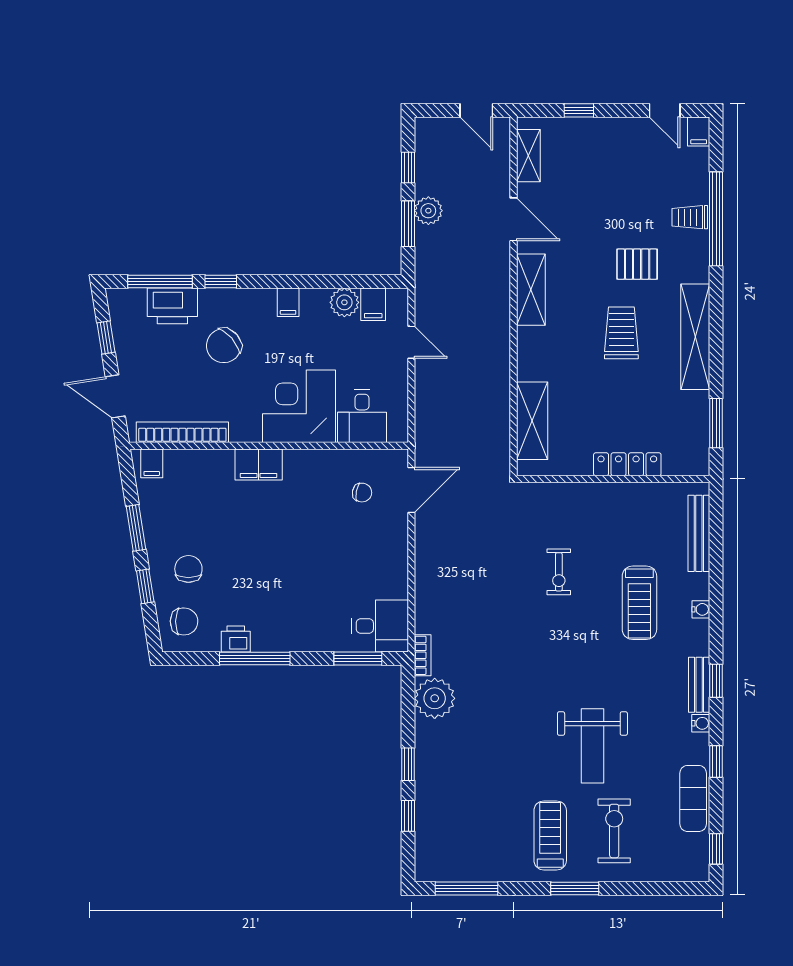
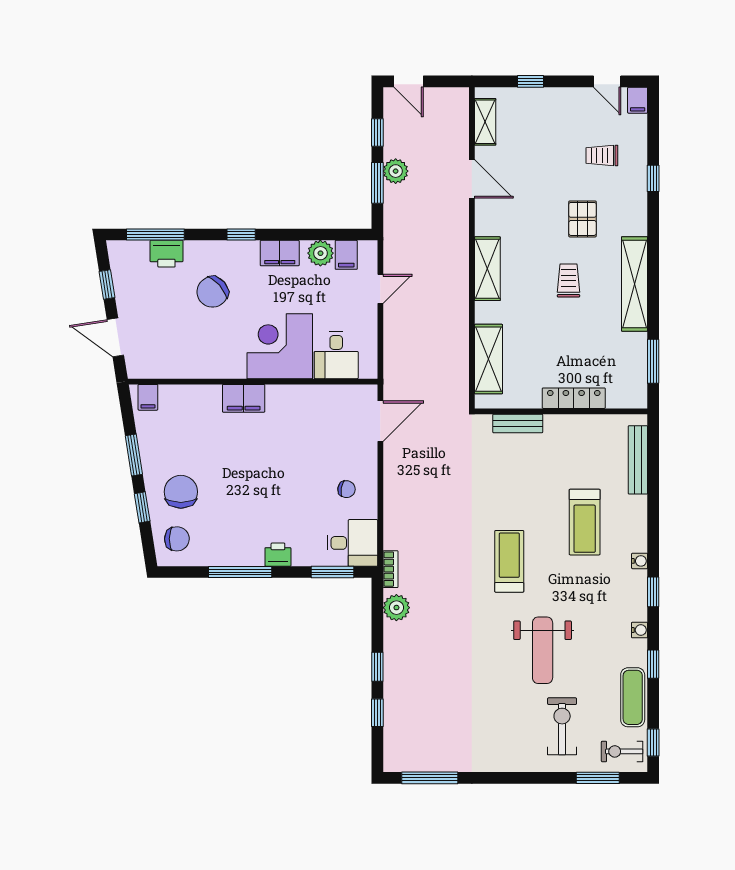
door: (476, 110) -> (409, 81), moved
trolley: (690, 217) -> (602, 155), moved
window: (716, 219) -> (653, 178), width x0.32
pallet: (637, 264) -> (582, 219), turned 90
window: (221, 282) -> (241, 235), moved
shelving: (531, 290) -> (487, 269), moved
filing cabinet: (288, 302) -> (280, 253), width x2.00
printer: (172, 306) -> (166, 254), width x0.73, depth x0.84
trolley: (621, 333) -> (569, 280), width x0.73, depth x0.72
door: (411, 342) -> (380, 289), hinge flipped
bookcase: (182, 432) -> (175, 369), removed
chair: (362, 493) -> (346, 489), moved
chair: (188, 569) -> (181, 492), width x1.37, depth x1.37
exercise bike: (559, 572) -> (622, 751), moved, turned 90
water cooler: (701, 609) -> (640, 561), moved
printer: (236, 639) -> (278, 555), moved
bench: (699, 685) -> (518, 423), moved, turned 90
plant: (435, 698) -> (396, 608), width x0.73, depth x0.73
treadmill: (550, 835) -> (509, 561), moved
window: (575, 888) -> (598, 778), moved

